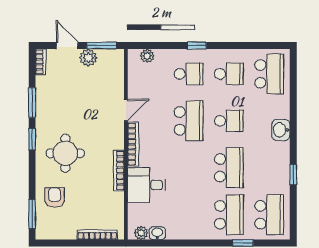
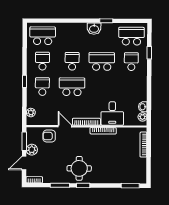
washbasin: (281, 130) -> (94, 29), moved
round table: (65, 153) -> (79, 168), moved
armchair: (55, 197) -> (49, 136), moved
school desk: (229, 215) -> (131, 62), width x0.54

